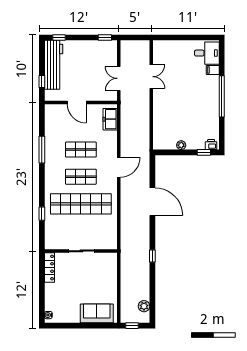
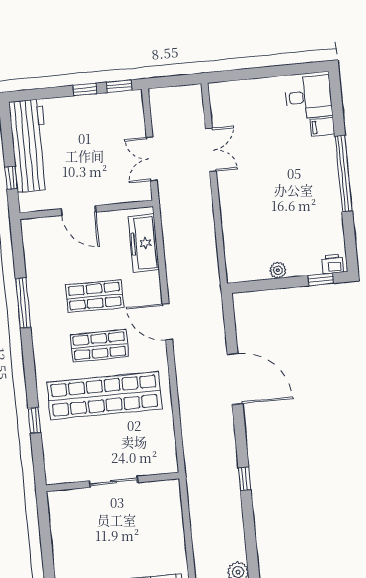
window: (59, 37) -> (85, 90), moved
freezer: (110, 119) -> (144, 243), width x1.40
door: (119, 167) -> (167, 322), swing flipped
locker: (50, 268) -> (58, 518), removed

